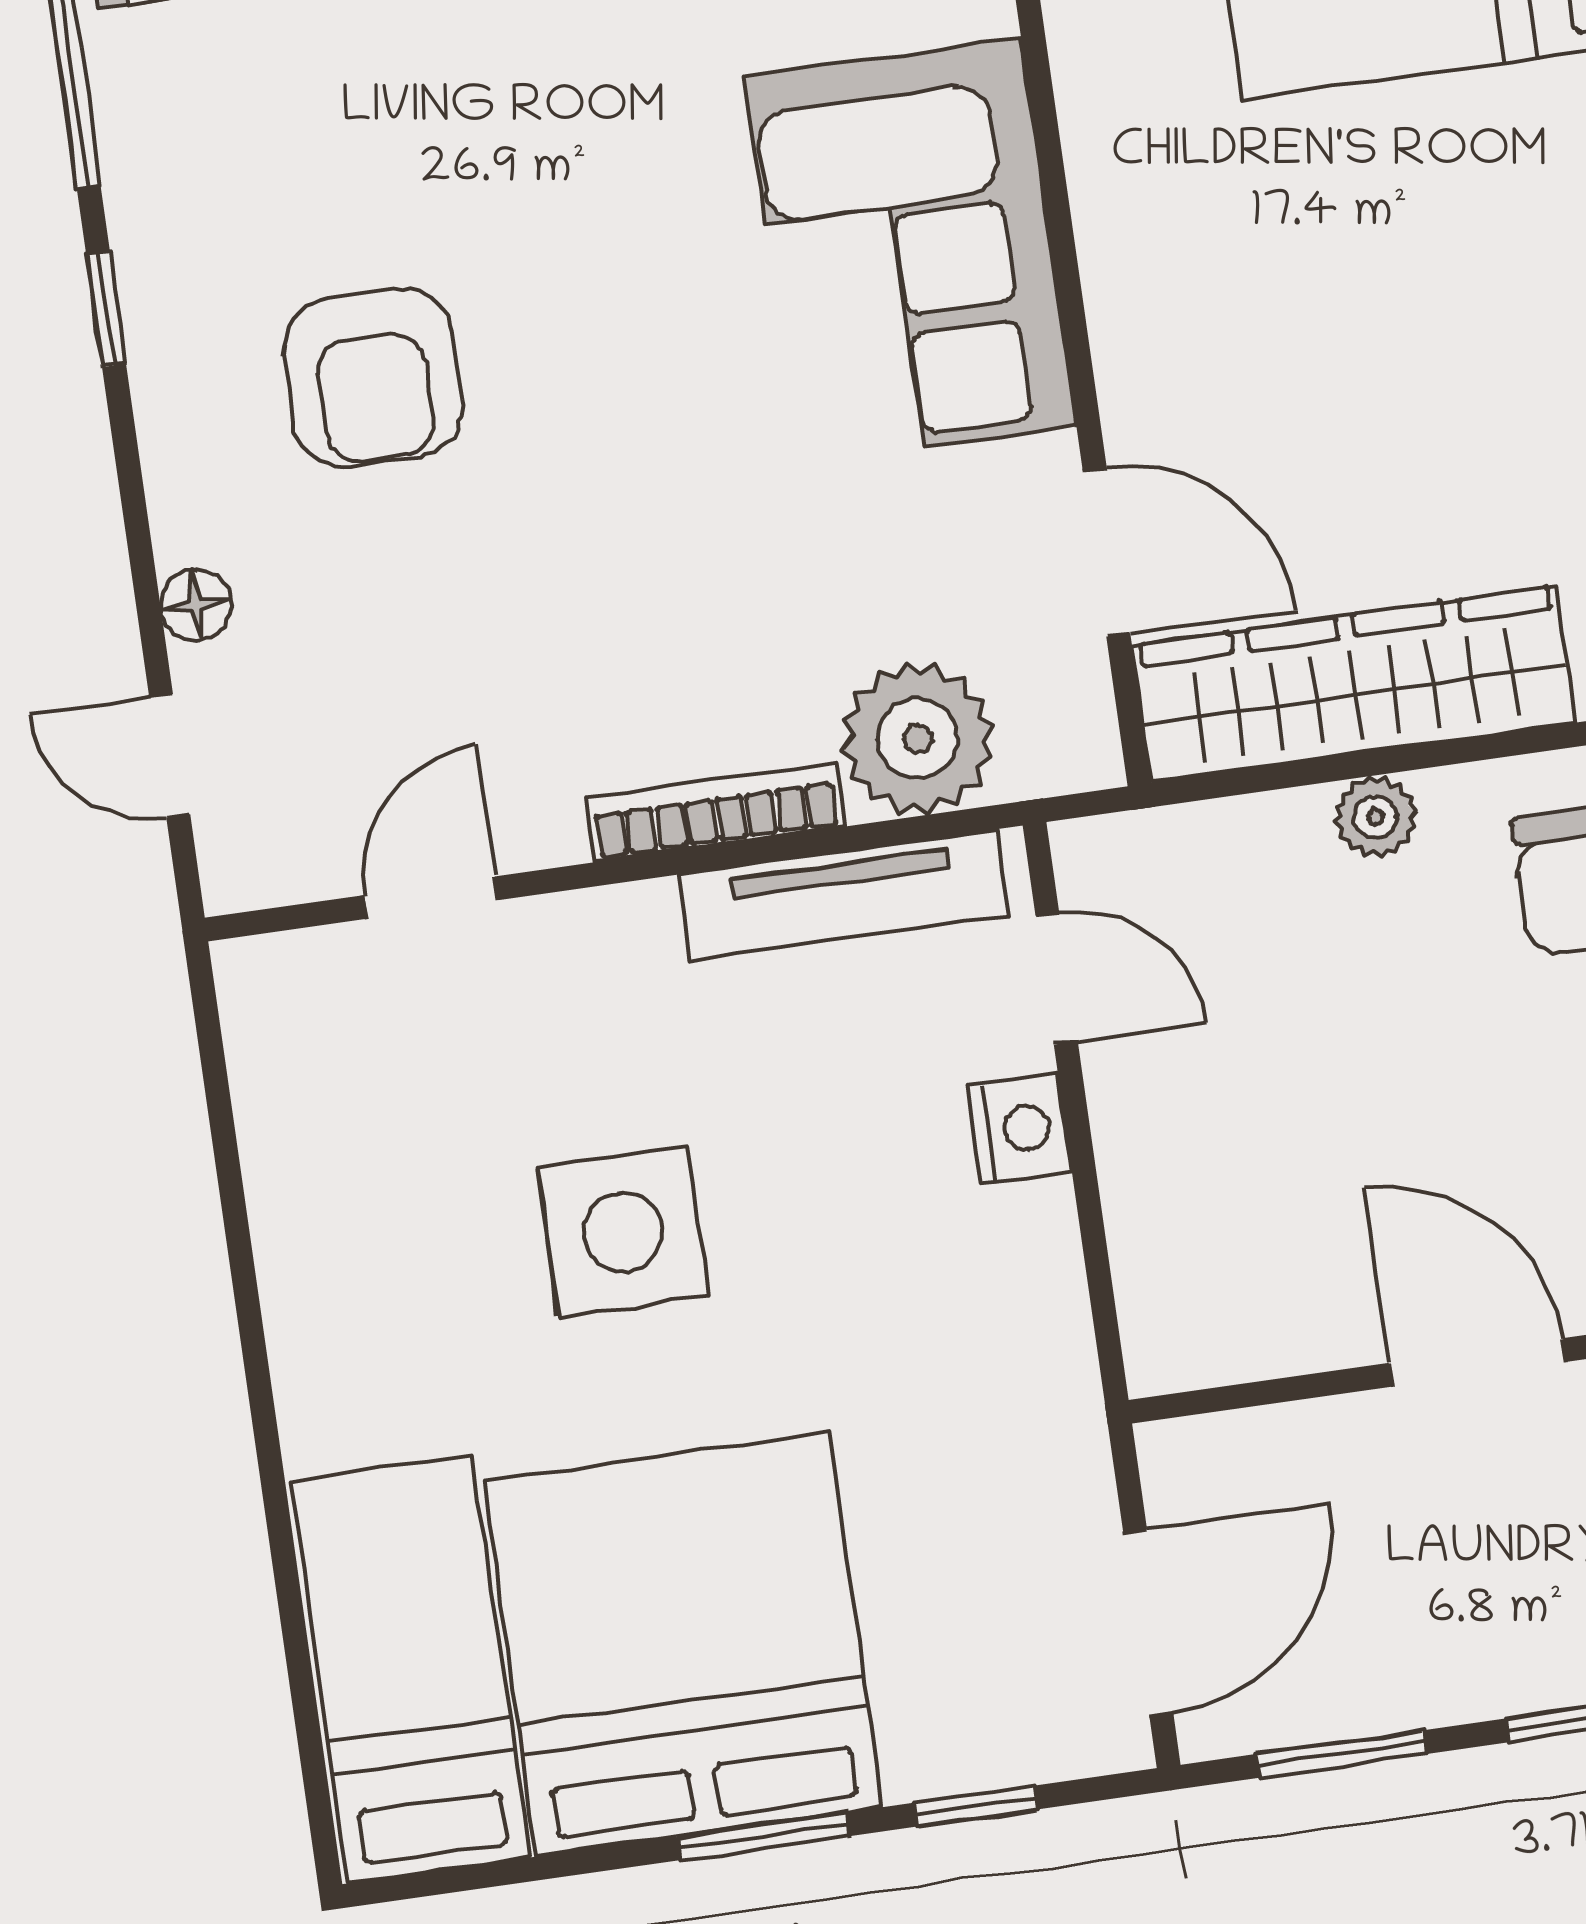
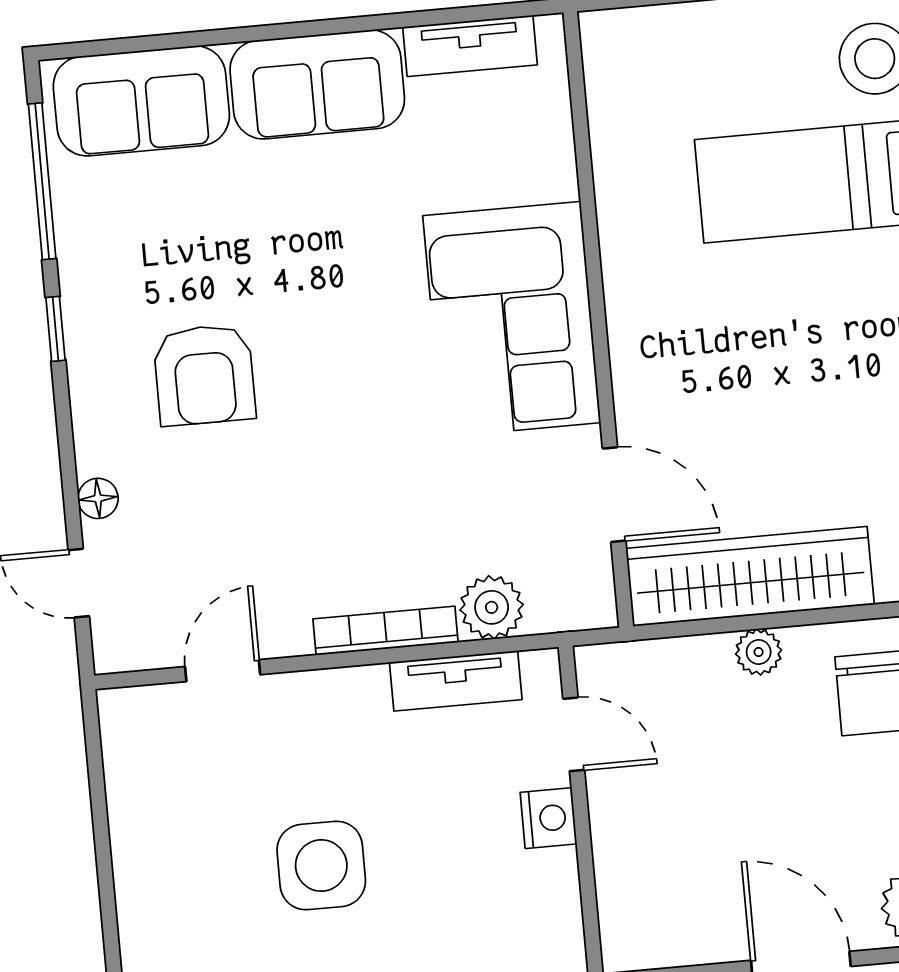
plant: (918, 739) -> (492, 607), width x0.73, depth x0.73
tv unit: (844, 895) -> (456, 681), width x0.71

